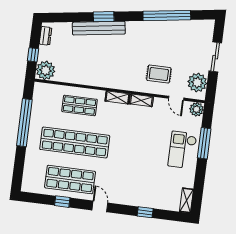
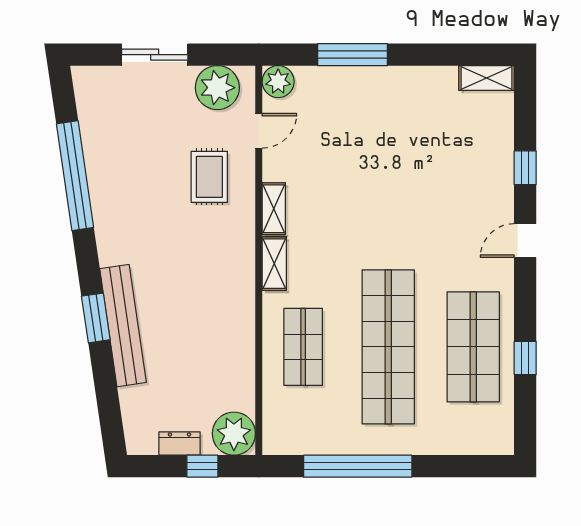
dresser: (46, 36) -> (179, 444), moved
checkout: (182, 150) -> (374, 102), removed
door: (100, 206) -> (525, 241), moved

